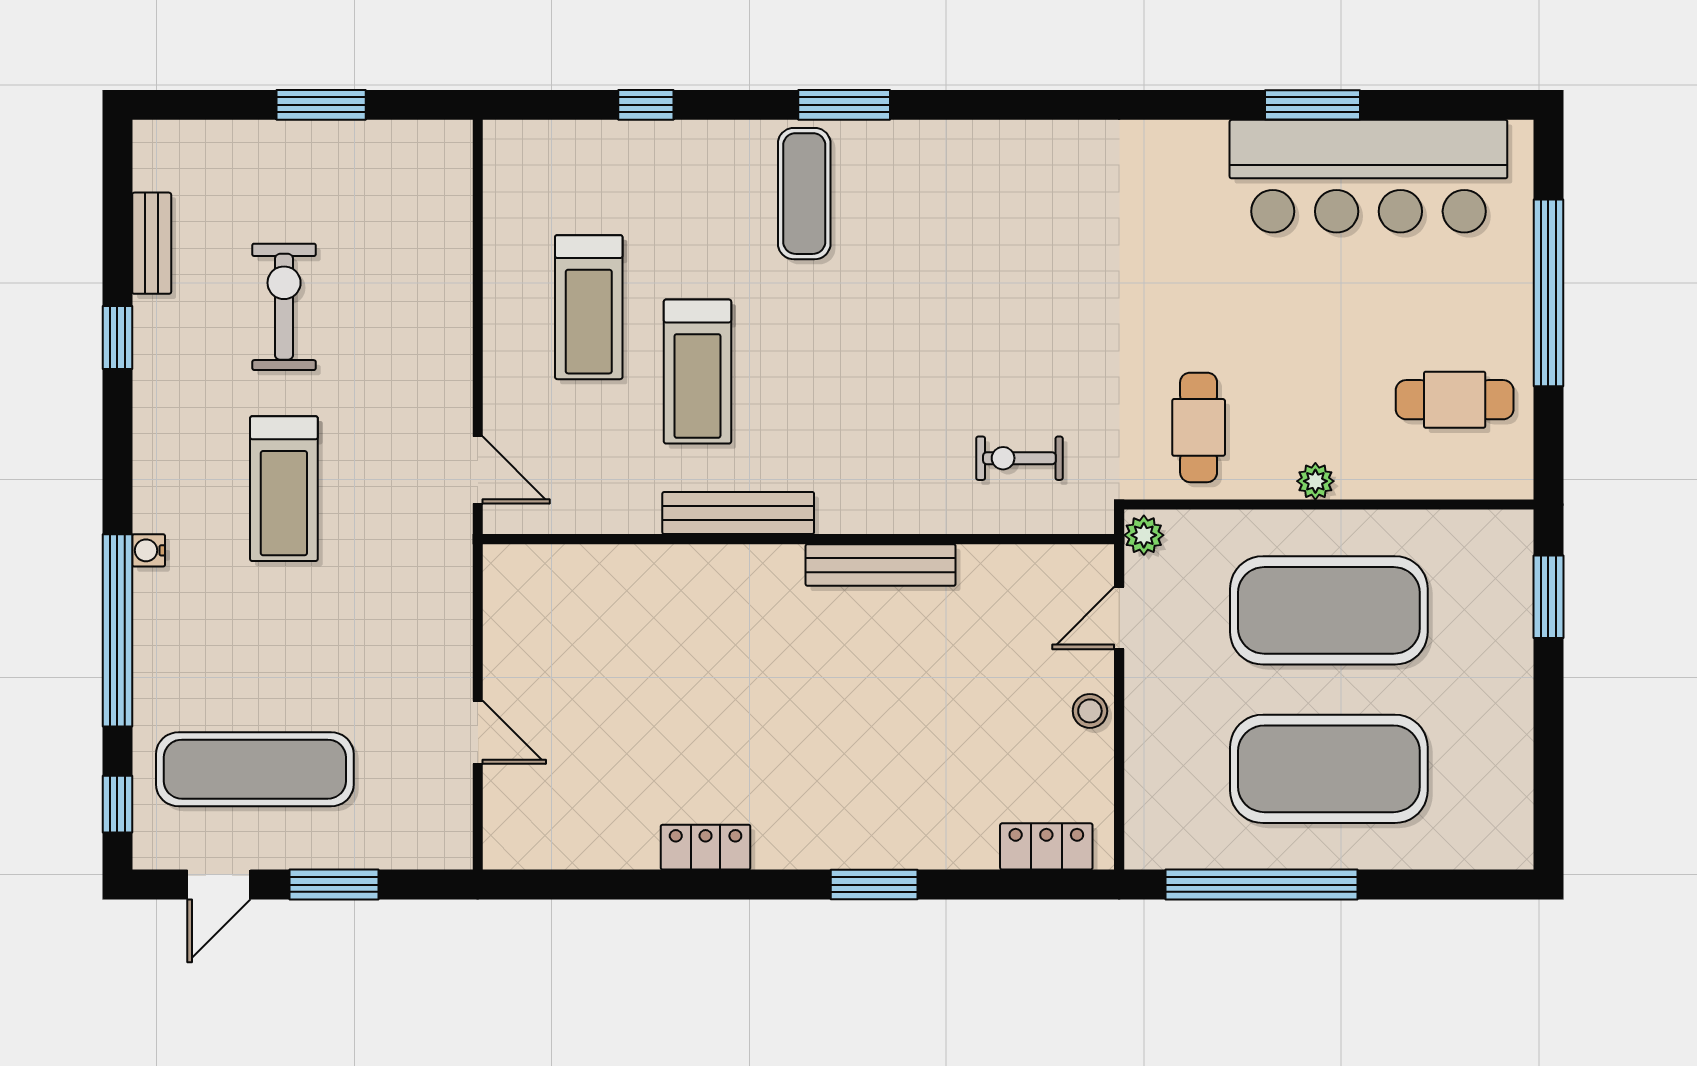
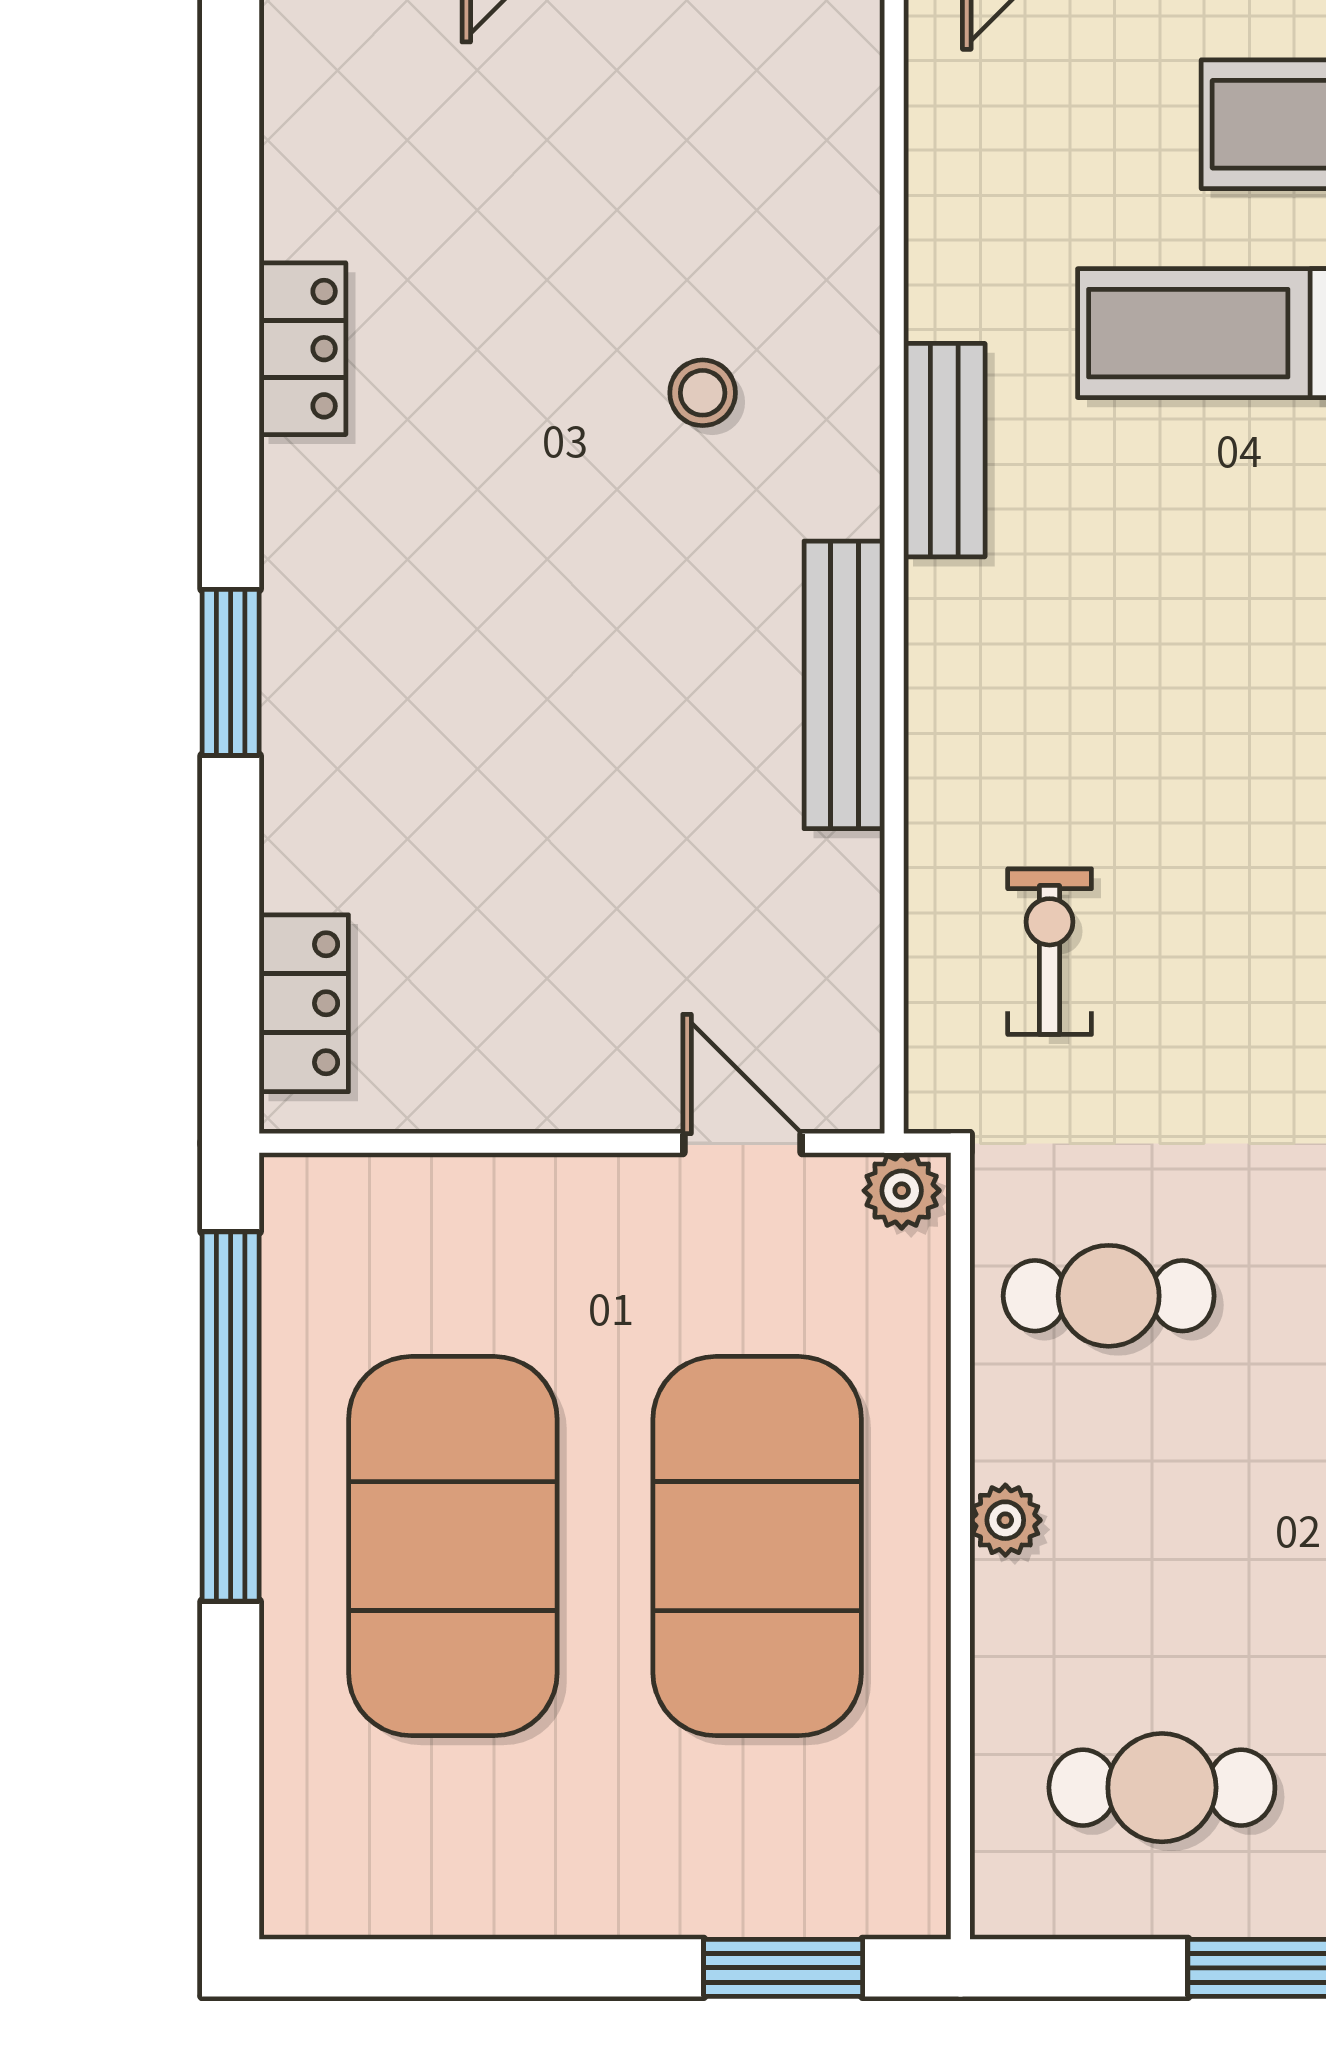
cafe table: (1455, 400) -> (1162, 1788), turned 90
bench: (738, 513) -> (944, 450), width x0.73
stool: (1090, 711) -> (703, 393), moved

